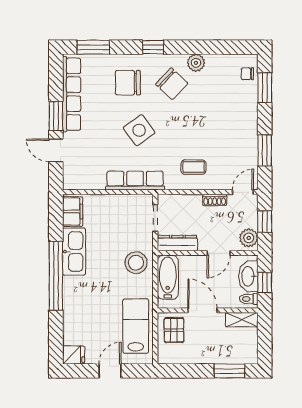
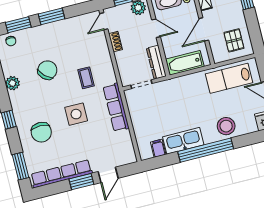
chair: (172, 84) -> (47, 70), moved
side table: (139, 130) -> (76, 114), turned 36
window: (265, 150) -> (51, 16), moved
coffee table: (194, 167) -> (86, 78), moved
door: (243, 192) -> (104, 21), hinge flipped
filing cabinet: (73, 211) -> (158, 148), width x0.50
stool: (136, 263) -> (226, 126), moved
pallet: (174, 330) -> (234, 40), moved, turned 90

